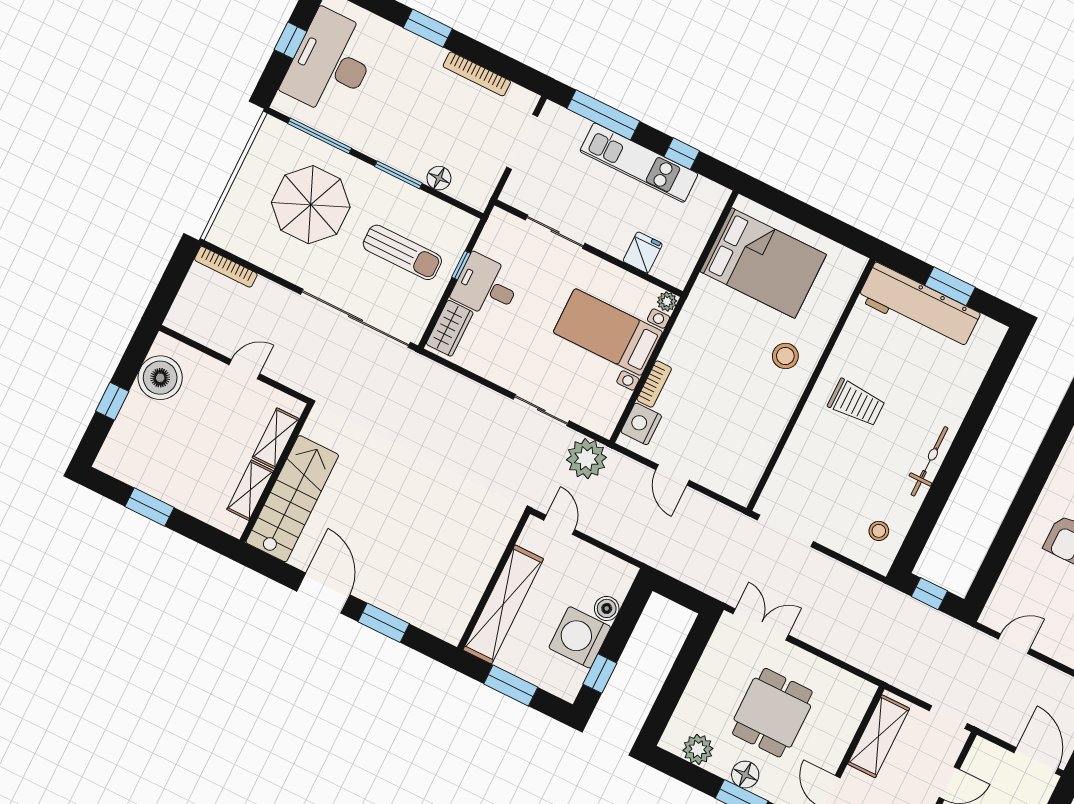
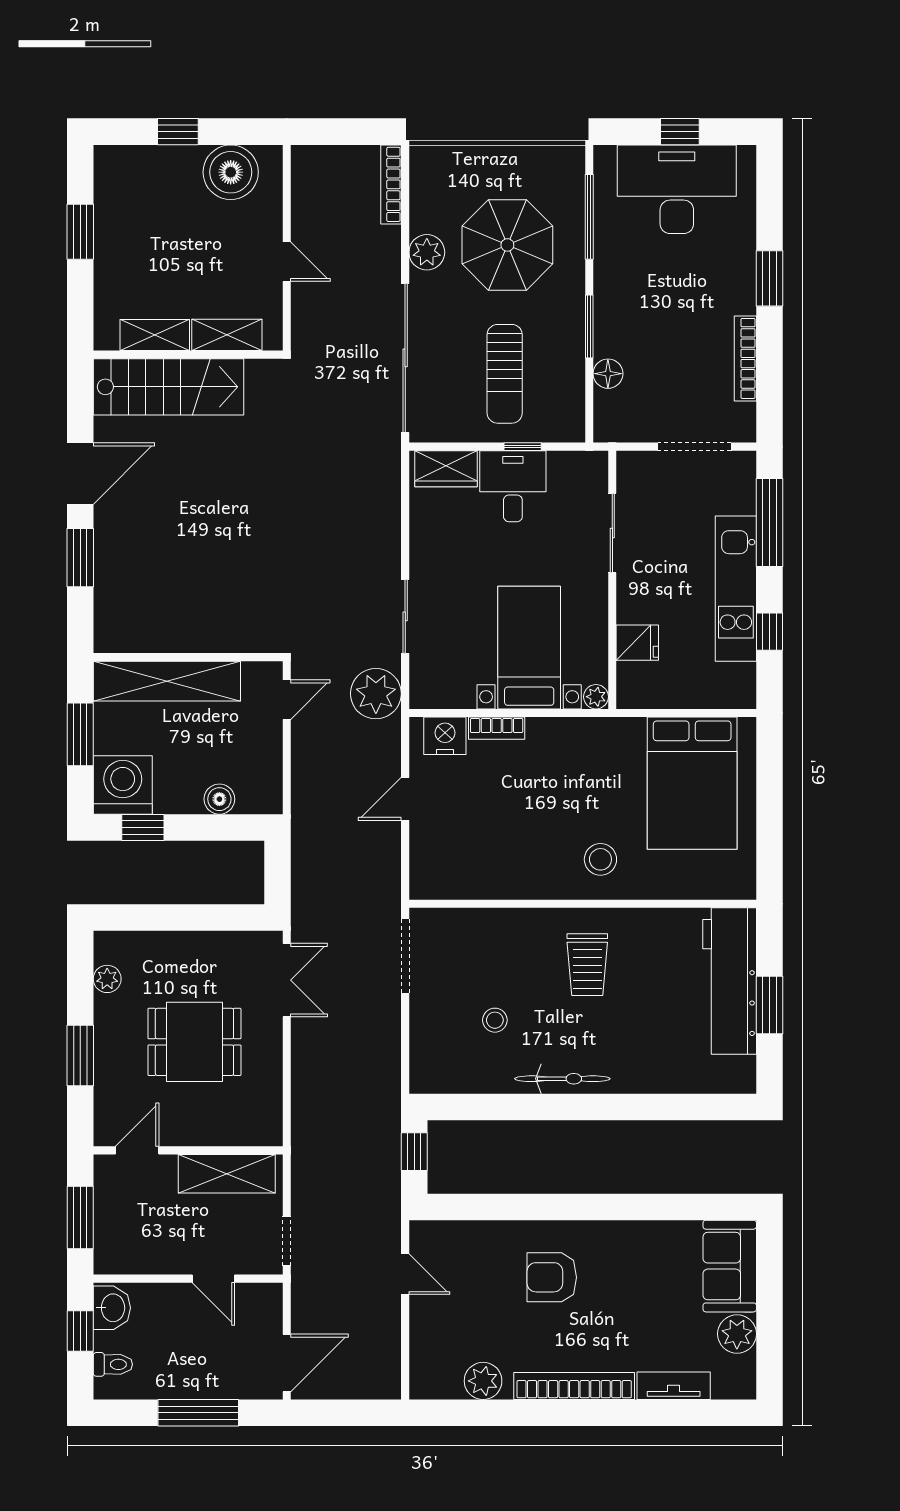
plant: (287, 265) -> (427, 252), added
stool: (879, 531) -> (495, 1020), moved
washing machine: (580, 637) -> (123, 785), moved
plant: (698, 749) -> (107, 979), width x0.73, depth x0.73
floor lamp: (745, 775) -> (110, 1046), removed

